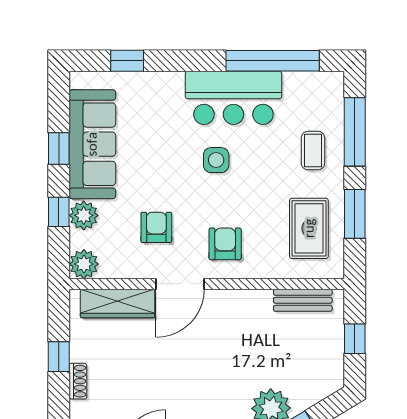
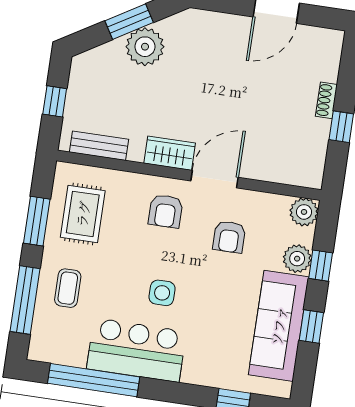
wardrobe: (118, 303) -> (170, 153), moved, width x0.67

